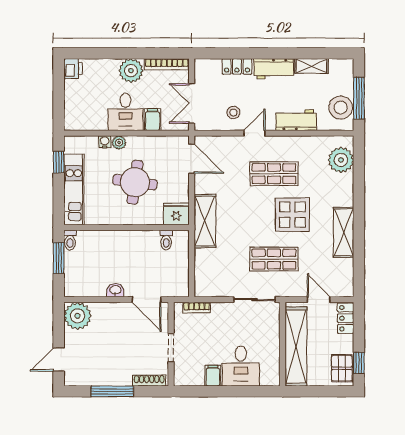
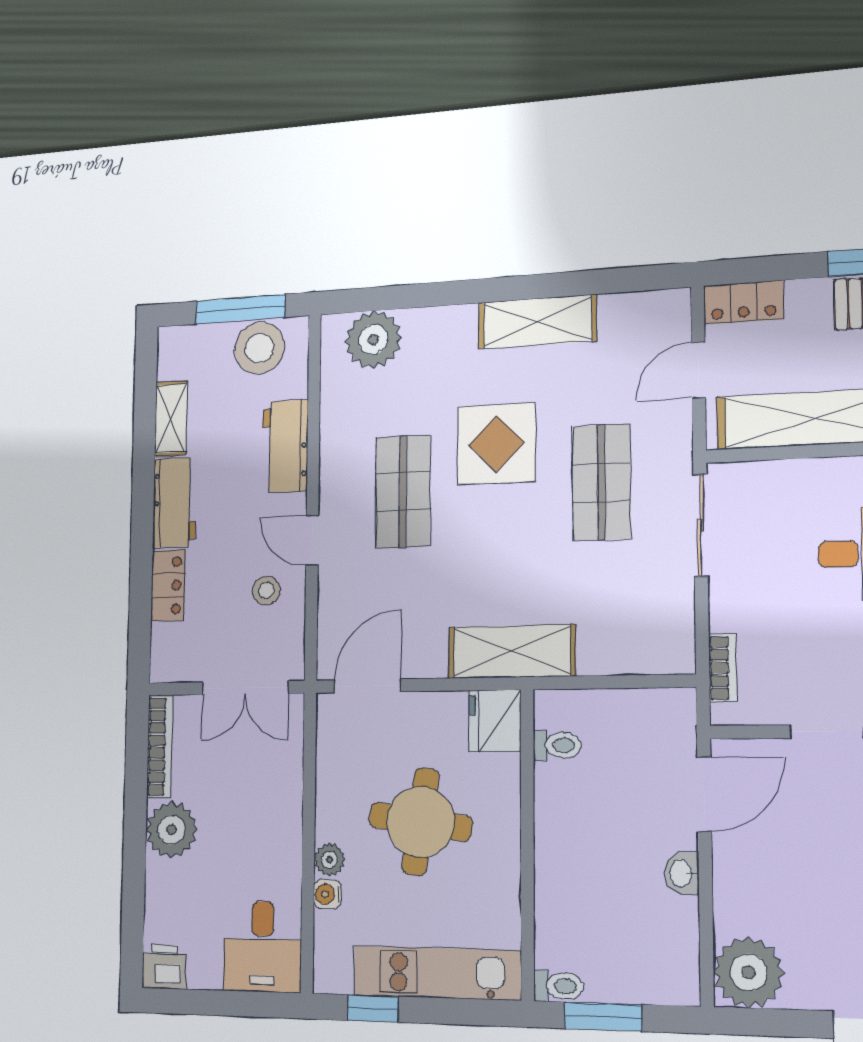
desk: (126, 112) -> (262, 947), moved, turned 90
filing cabinet: (153, 120) -> (279, 779), removed

